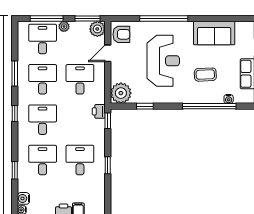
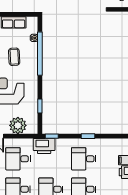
plant: (121, 93) -> (18, 125), moved
printer: (99, 111) -> (44, 146), width x1.87, depth x1.48

